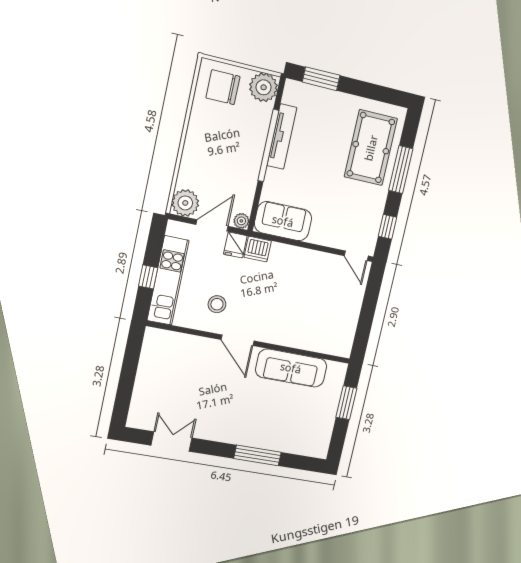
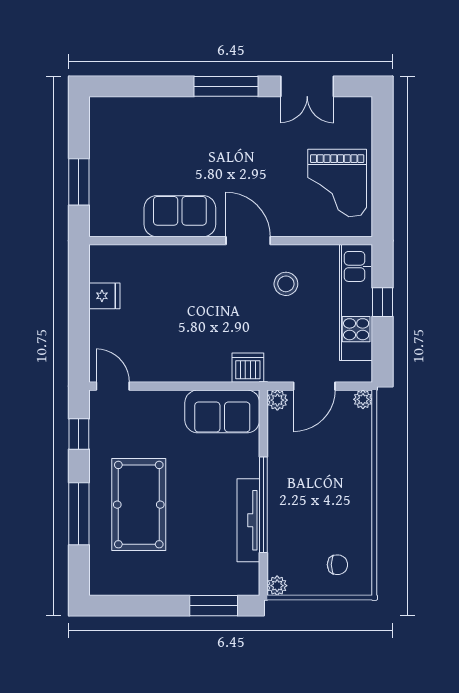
chair: (223, 87) -> (337, 565), width x0.54, depth x0.54
plant: (264, 87) -> (277, 586), width x0.53, depth x0.53
pool table: (371, 148) -> (139, 505), moved
plant: (185, 203) -> (363, 399), width x0.53, depth x0.53
fridge: (235, 245) -> (104, 296), moved, turned 90
sofa: (291, 368) -> (180, 216), width x0.73
grand piano: (164, 370) -> (337, 183), added
window: (258, 455) -> (226, 86), moved

